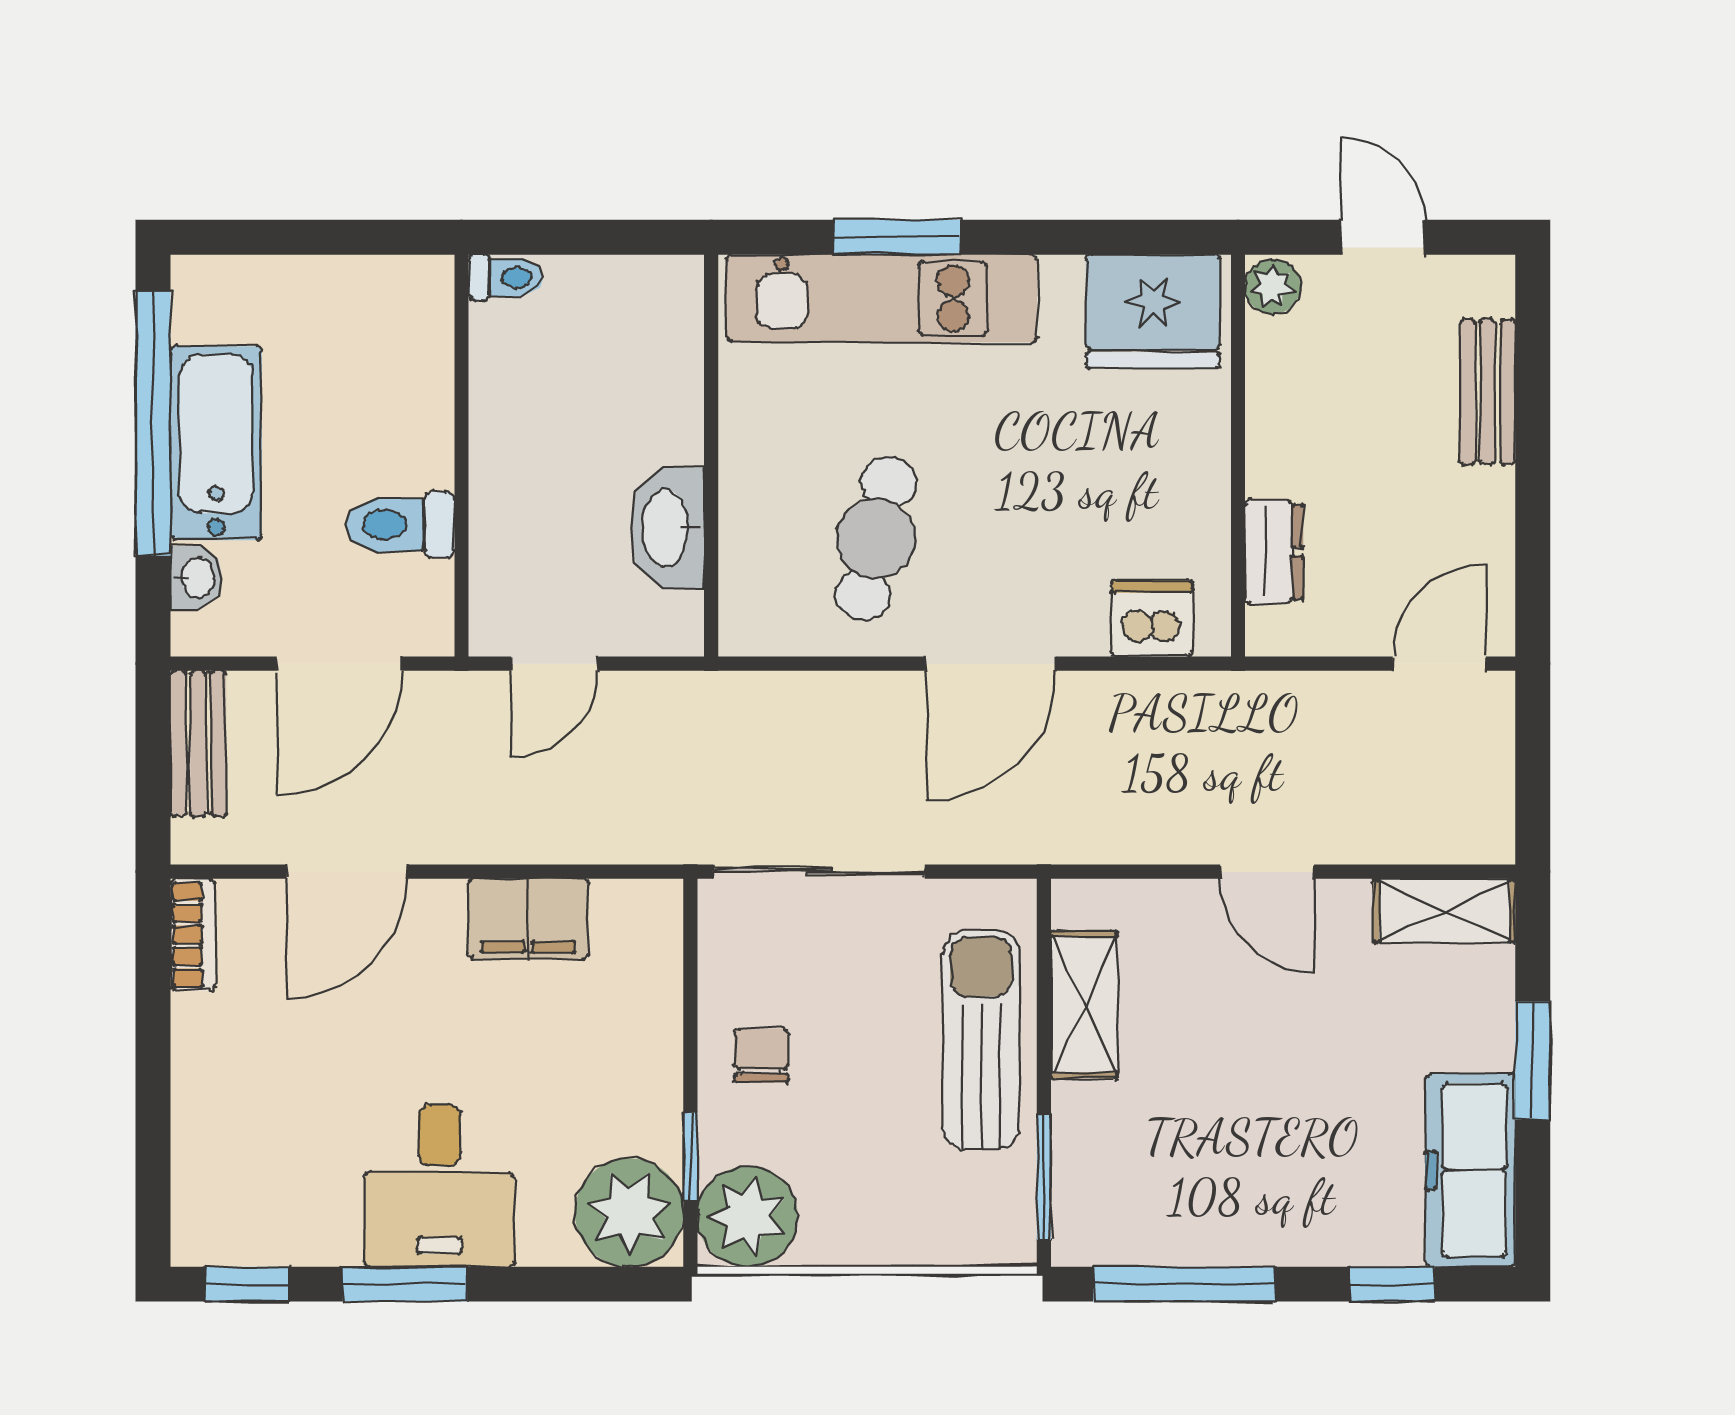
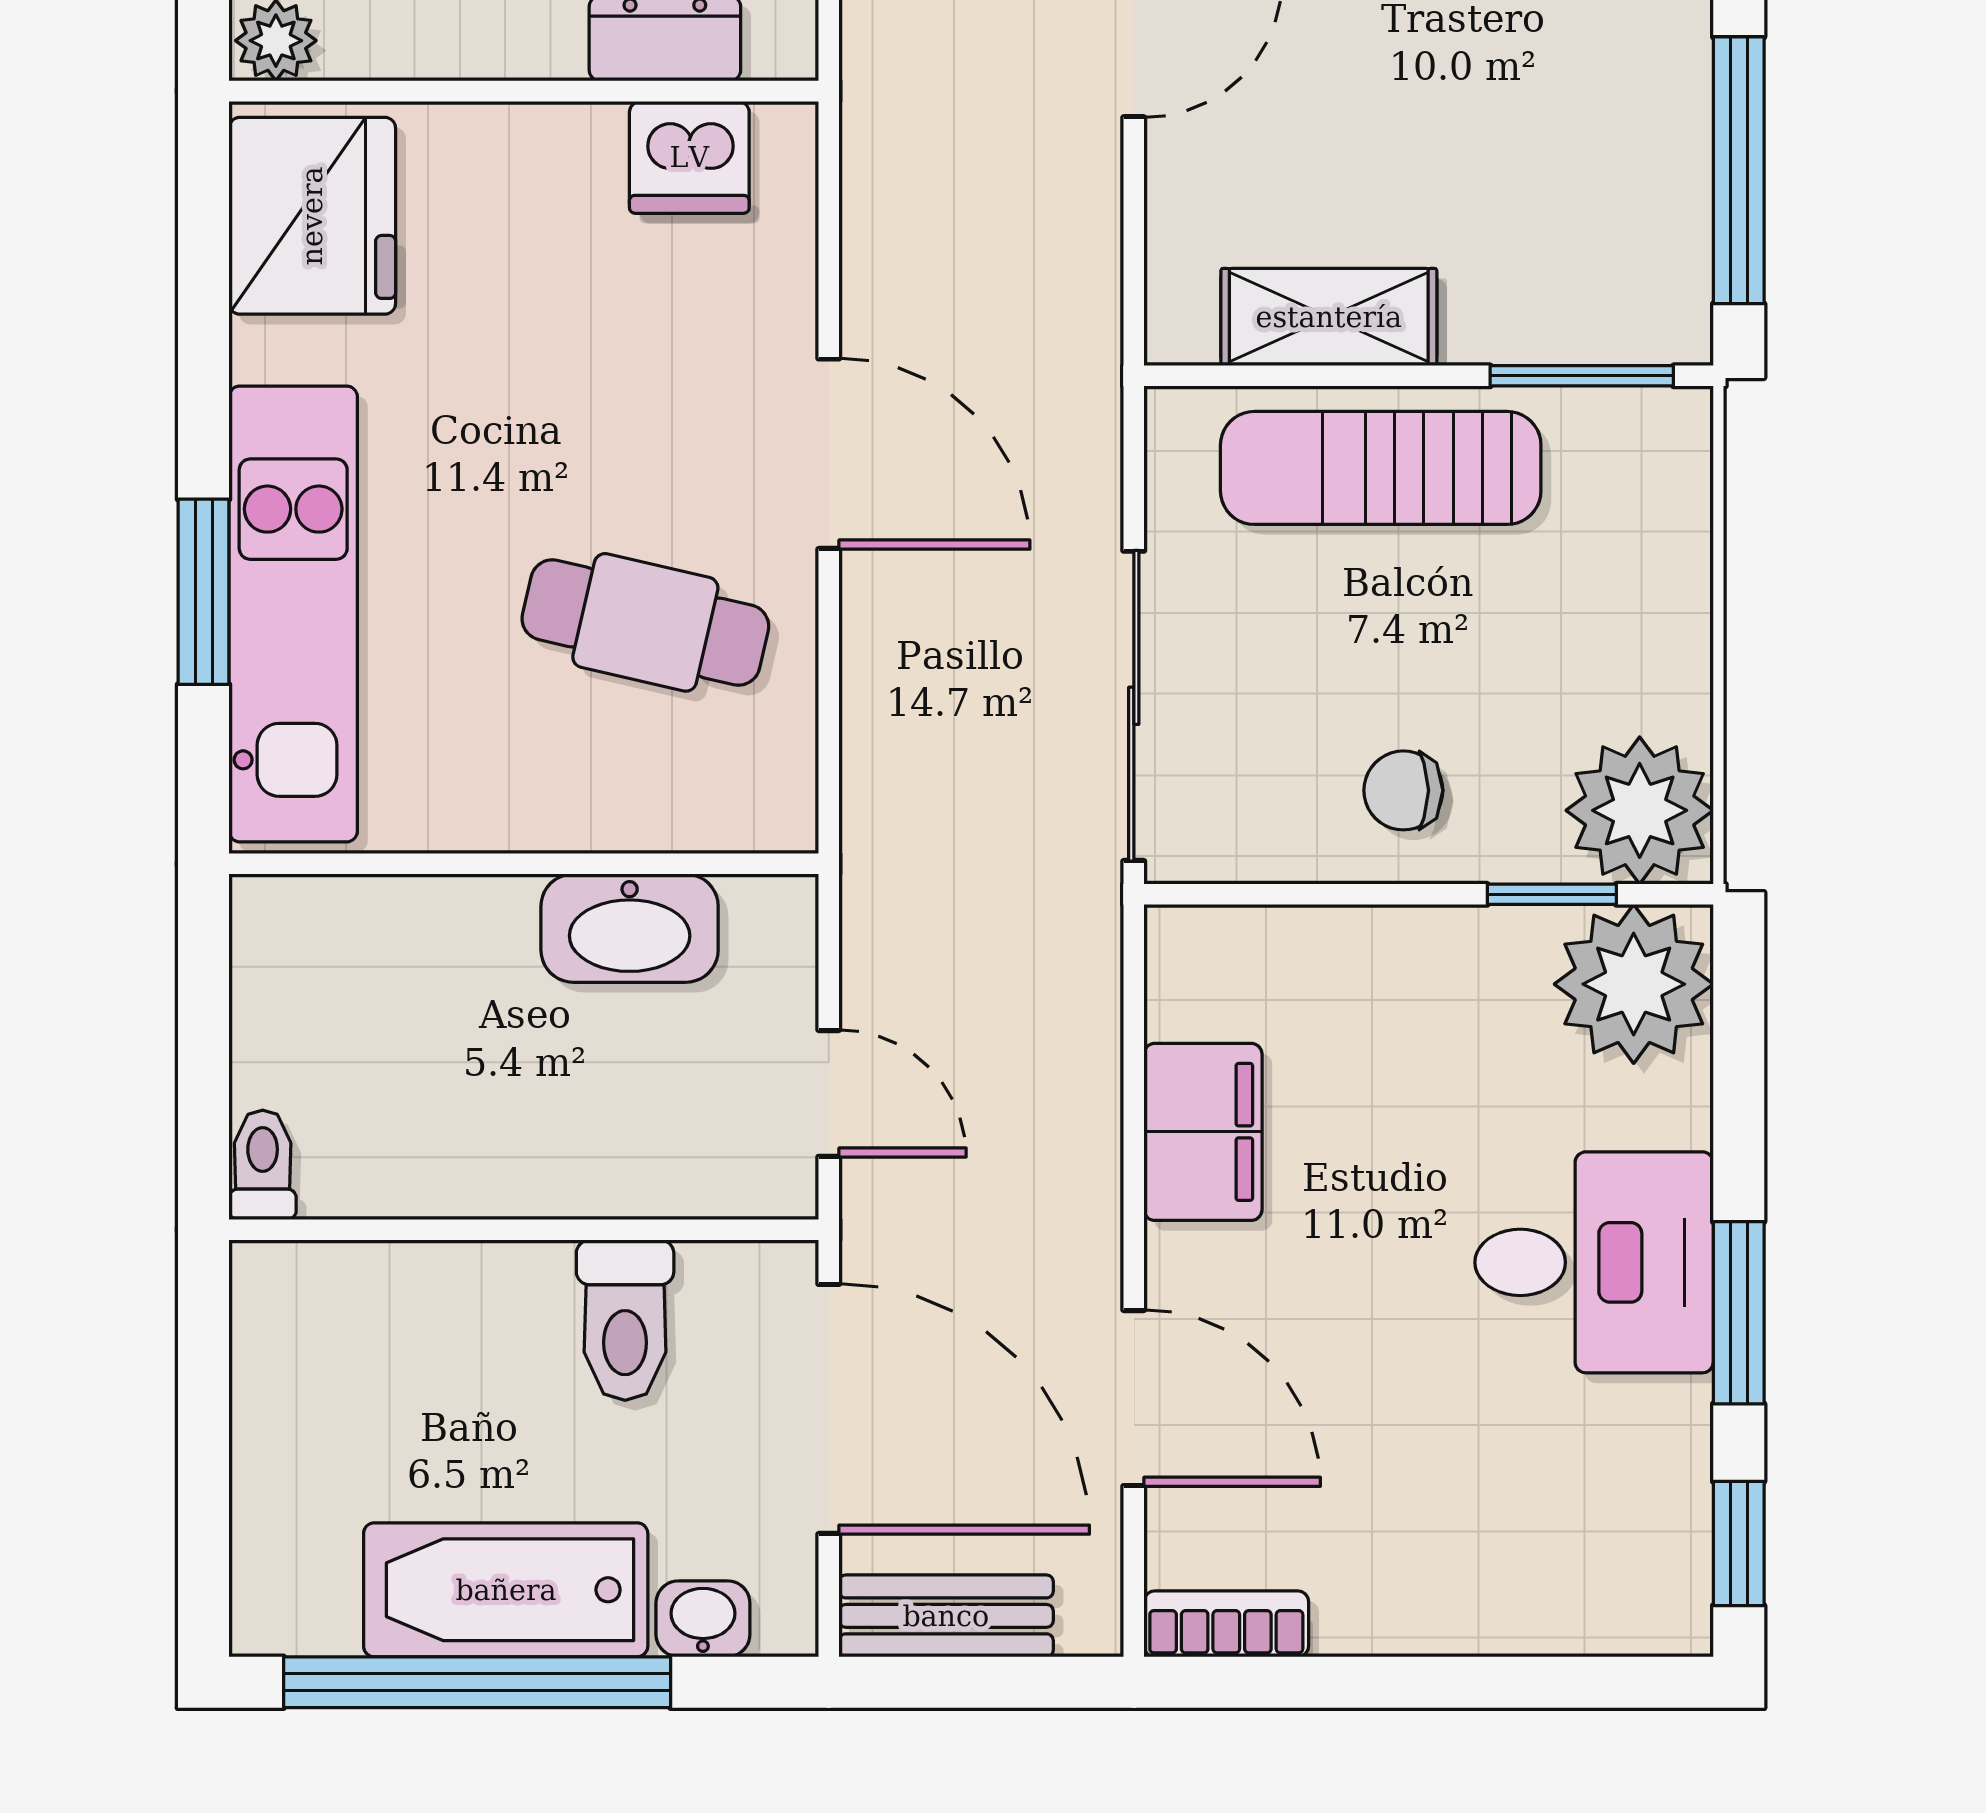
dishwasher: (1152, 619) -> (689, 157), moved, turned -90
door: (339, 664) -> (829, 1409), width x1.36

